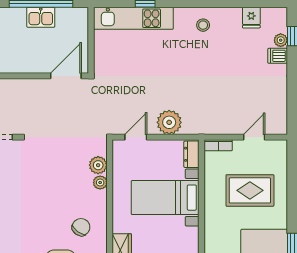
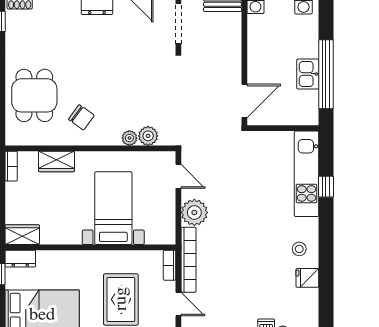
fridge: (251, 18) -> (307, 278), moved
door: (66, 76) -> (244, 101), hinge flipped
bookcase: (213, 128) -> (189, 260), added
dresser: (191, 154) -> (160, 236), removed

